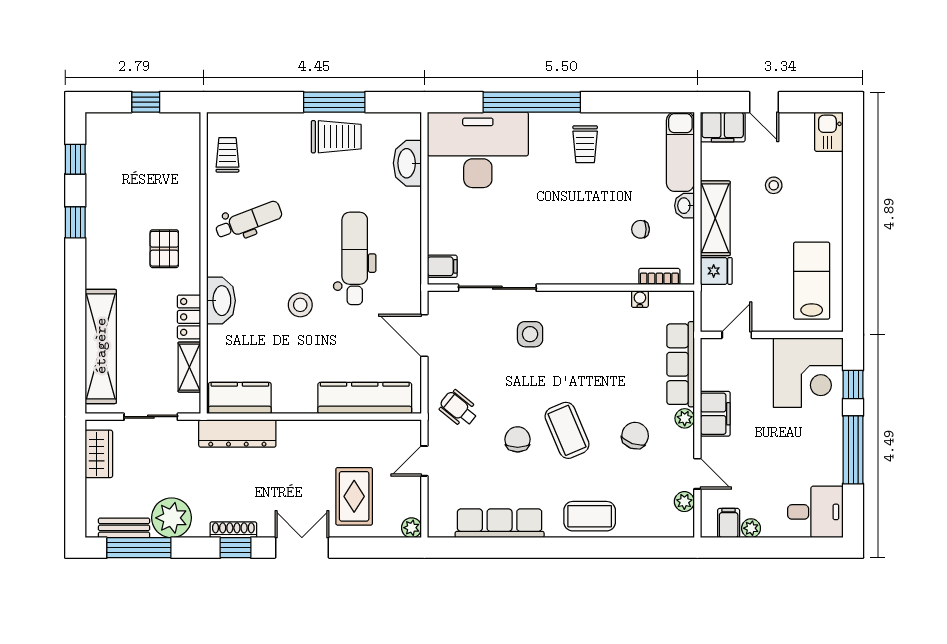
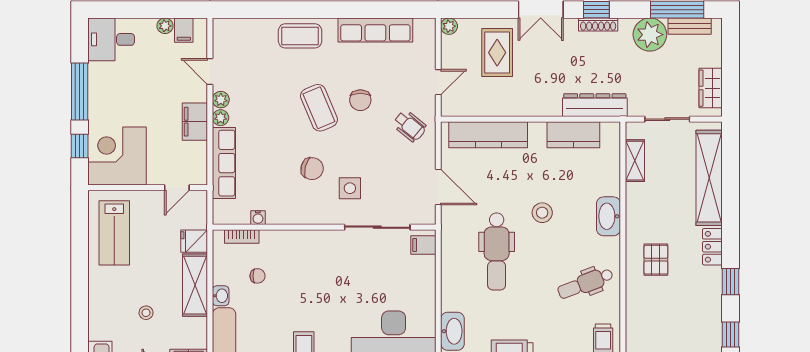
locker: (189, 317) -> (712, 247), moved, turned 180
kitchen counter: (240, 398) -> (573, 135), moved
chair: (635, 436) -> (312, 169), moved, turned -96
plant: (684, 502) -> (221, 100), moved

